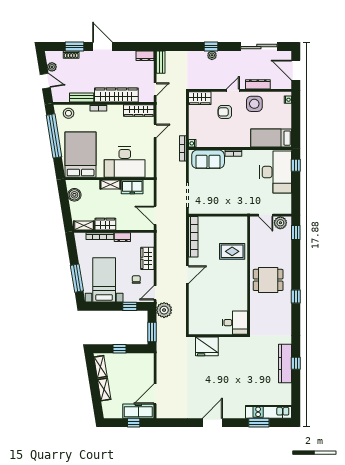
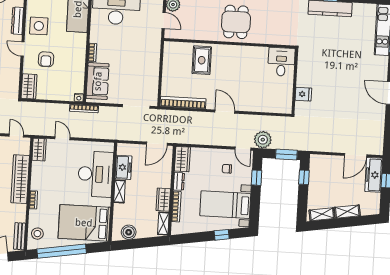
bench: (82, 97) -> (20, 236), moved
wardrobe: (139, 110) -> (39, 150), width x0.67
door: (266, 215) -> (164, 20), hinge flipped
wardrobe: (147, 258) -> (182, 159), moved, turned -90
window: (77, 278) -> (222, 235), width x0.46
fridge: (207, 346) -> (303, 94), width x0.53, depth x0.75
window: (120, 349) -> (304, 177), moved
door: (155, 394) -> (356, 155), hinge flipped

